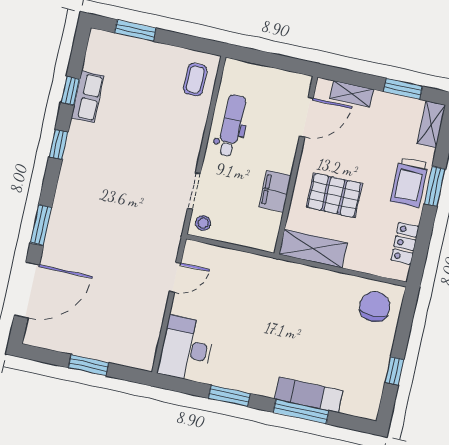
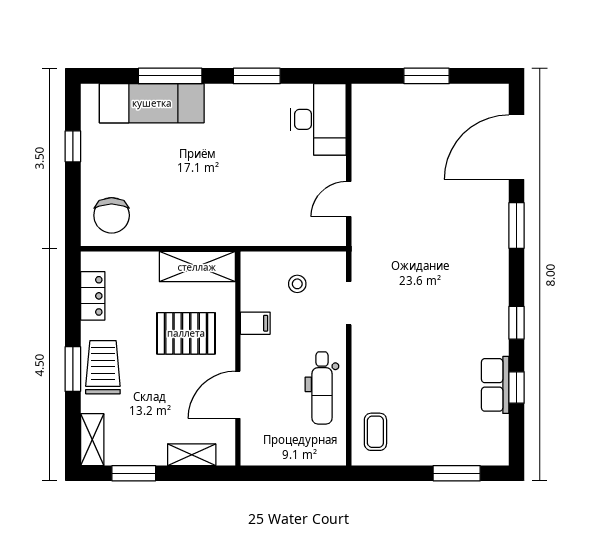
door: (306, 117) -> (238, 395), moved
filing cabinet: (275, 191) -> (255, 323), width x0.50
stool: (203, 223) -> (297, 284), moved
exam couch: (309, 395) -> (152, 103), width x1.36, depth x1.45

